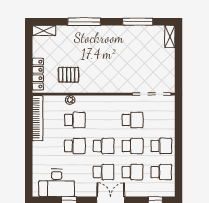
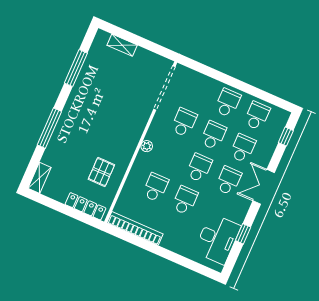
shelving: (170, 37) -> (122, 45), moved
plant: (70, 100) -> (147, 146), moved

